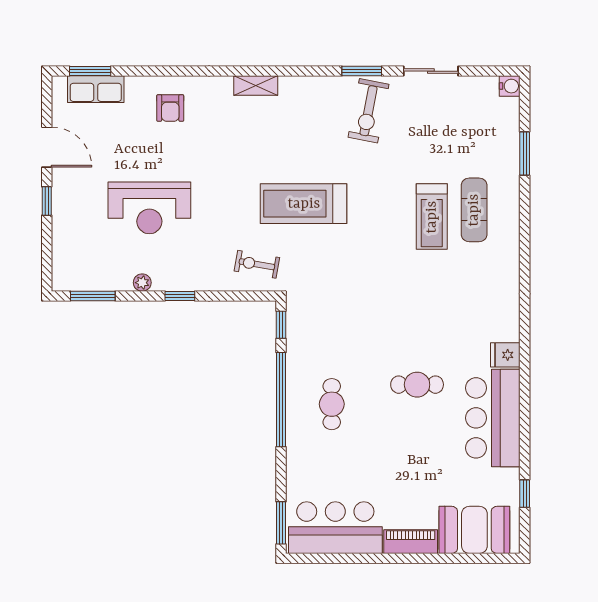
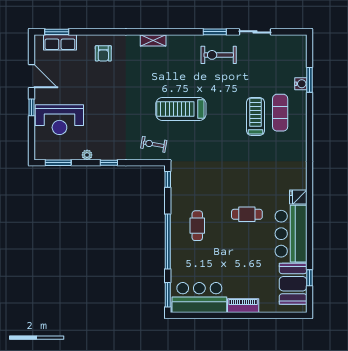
water cooler: (510, 86) -> (301, 84), moved
exercise bike: (369, 111) -> (219, 55), turned 79
reception desk: (149, 208) -> (59, 120), moved
treadmill: (432, 217) -> (255, 116), turned 180
window: (281, 400) -> (168, 241), moved
booth: (474, 530) -> (293, 284), moved, turned 90

